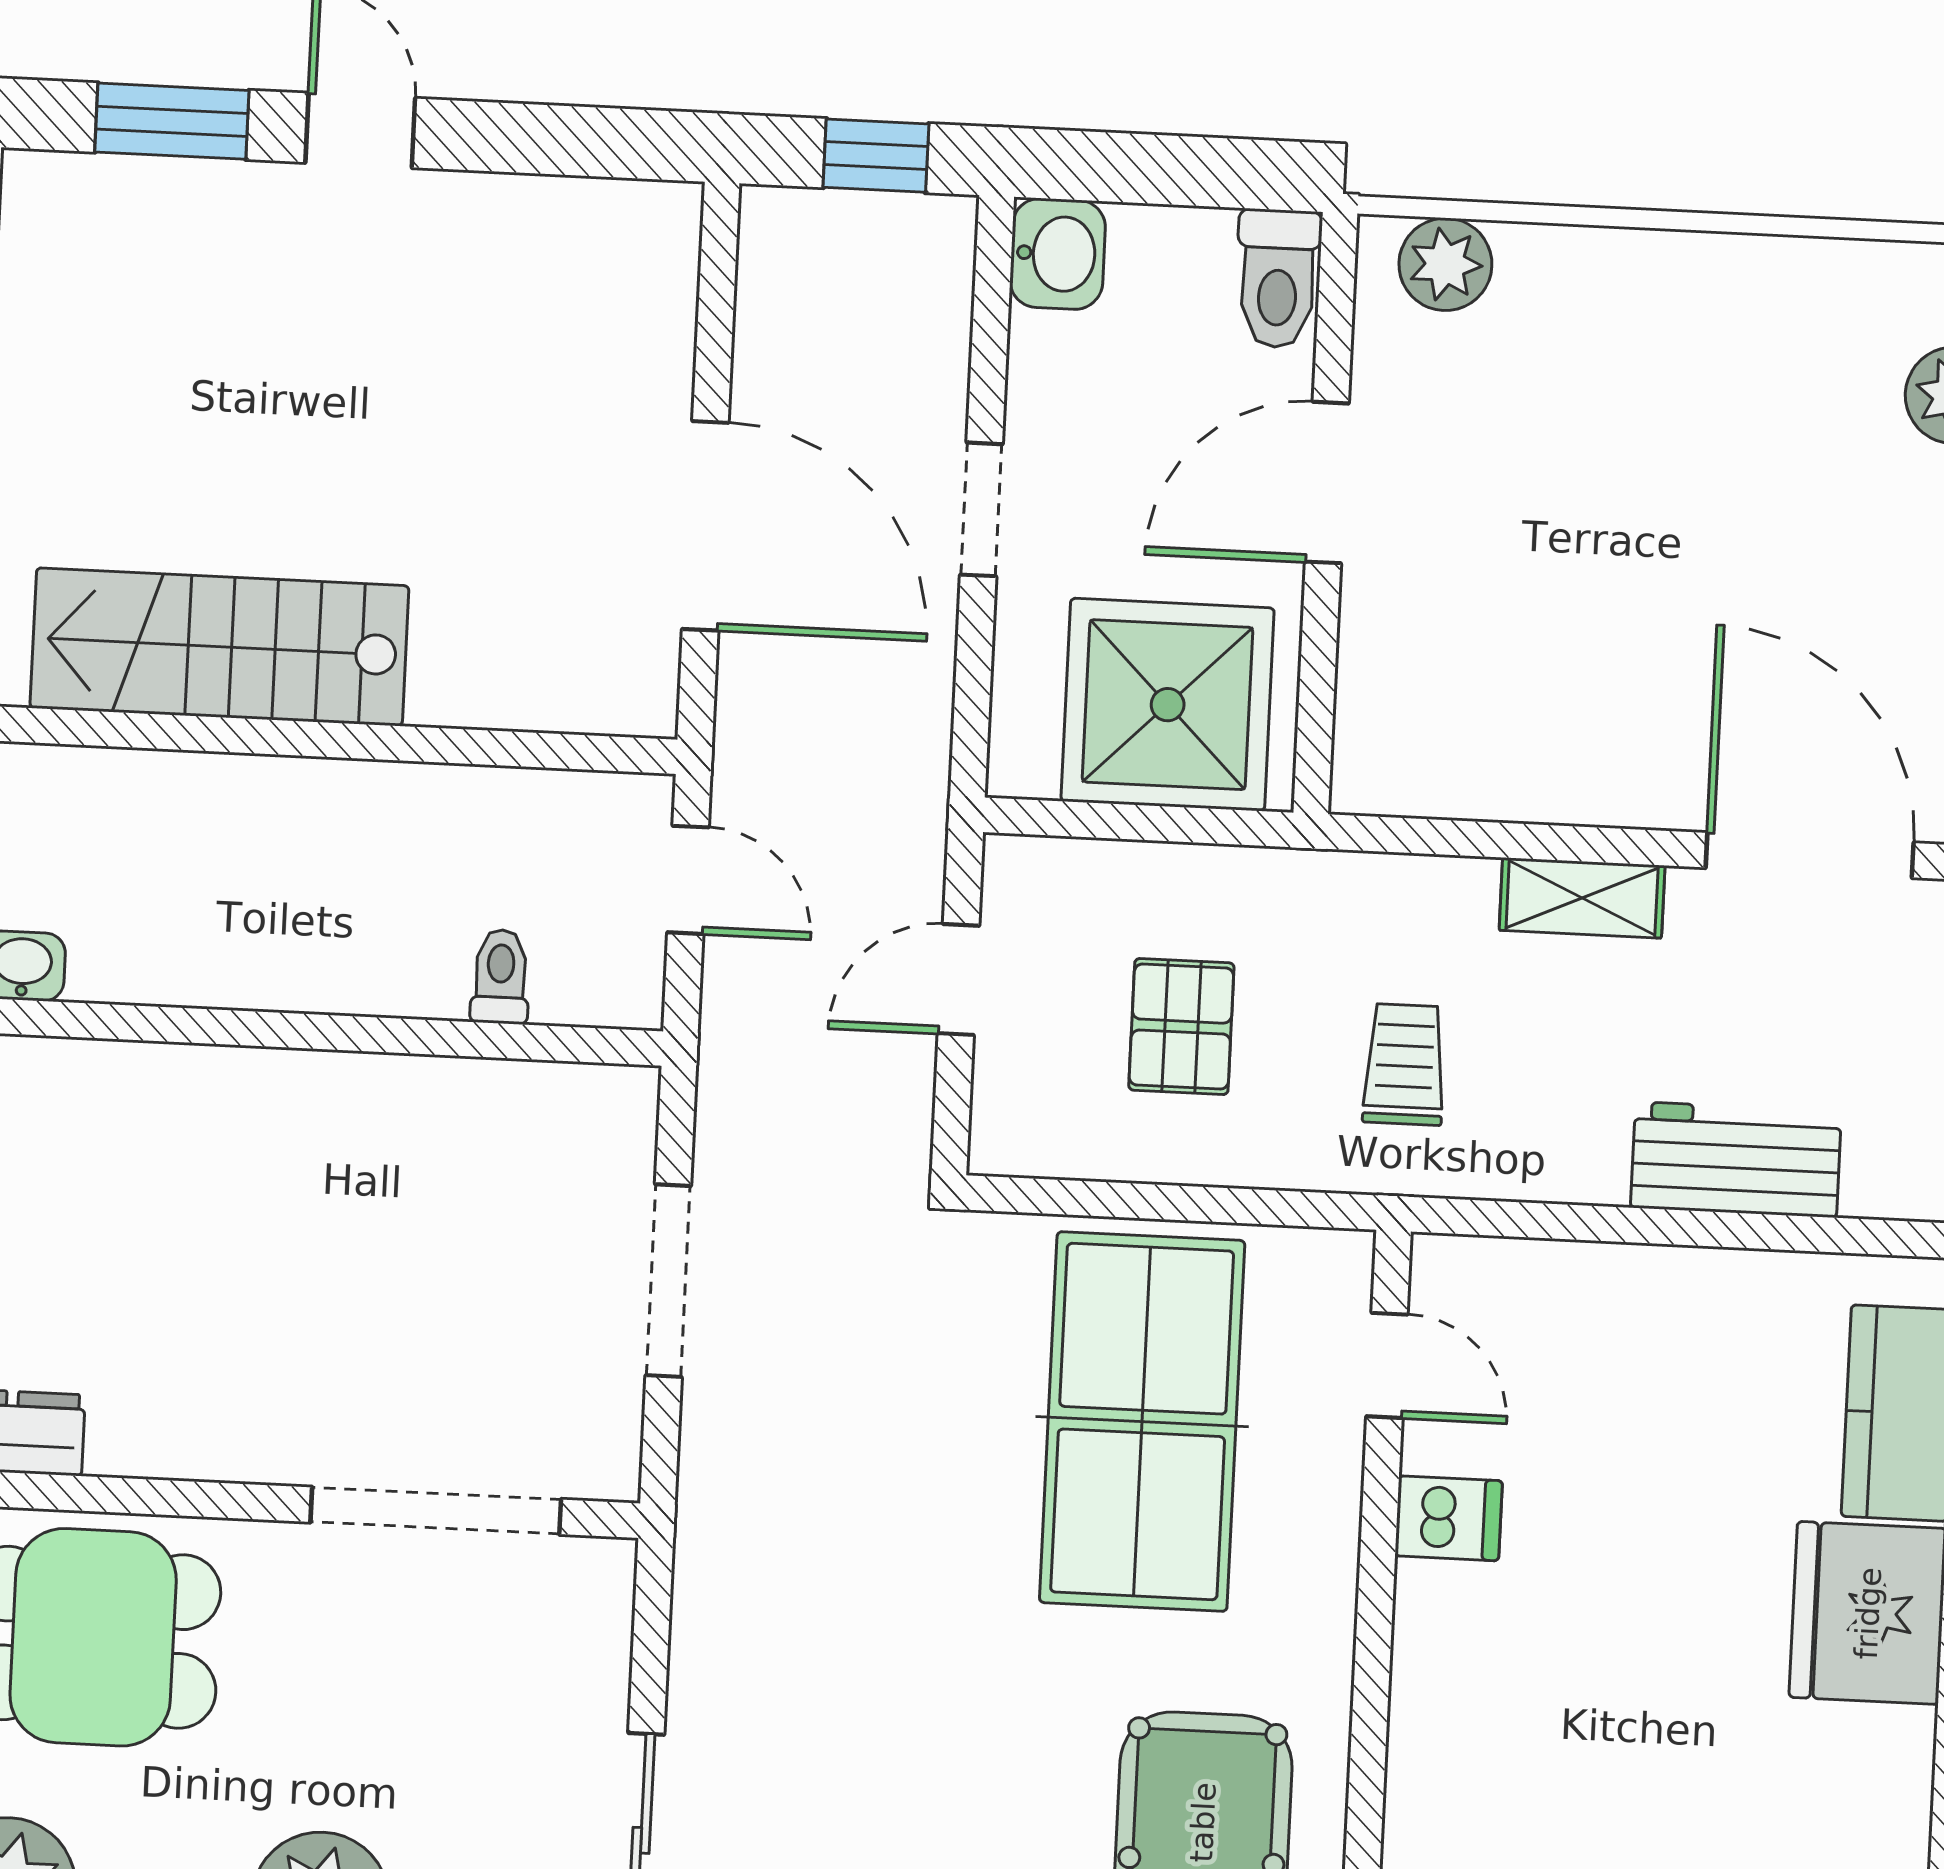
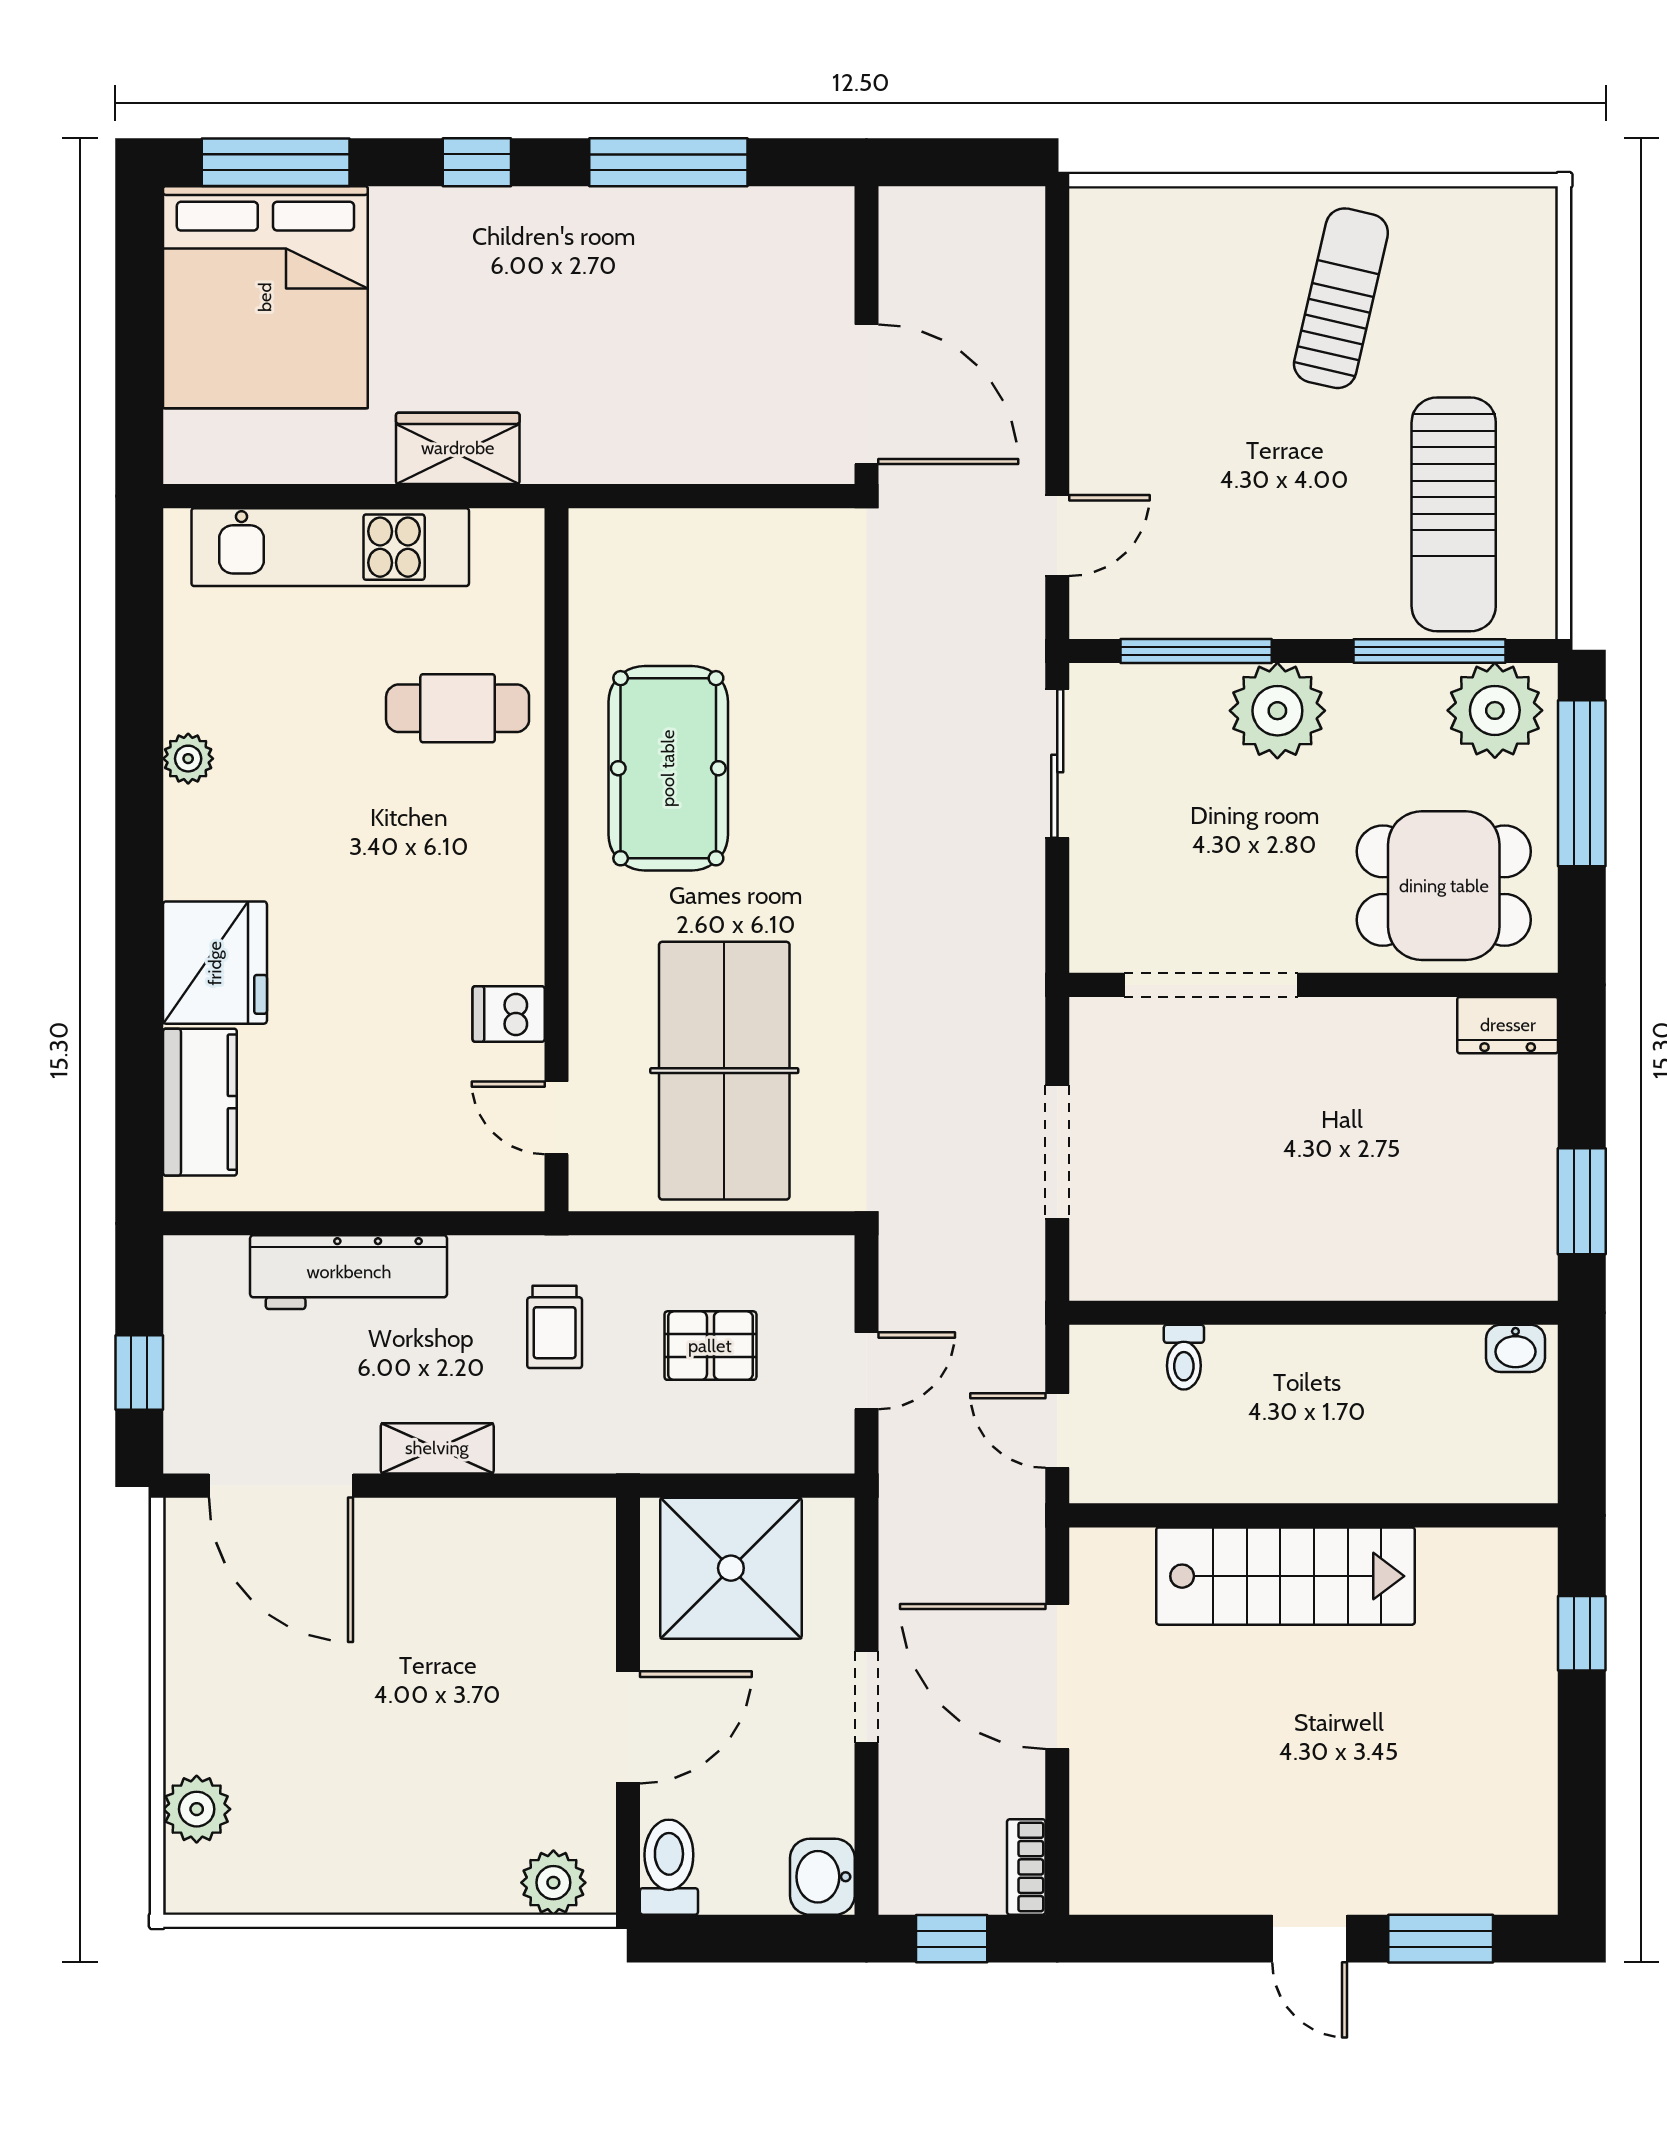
bookcase: (763, 254) -> (1026, 1867), added
stairs: (219, 647) -> (1285, 1576), moved
pallet: (1181, 1027) -> (710, 1346), turned 90
workbench: (1736, 1160) -> (349, 1272), width x1.38

